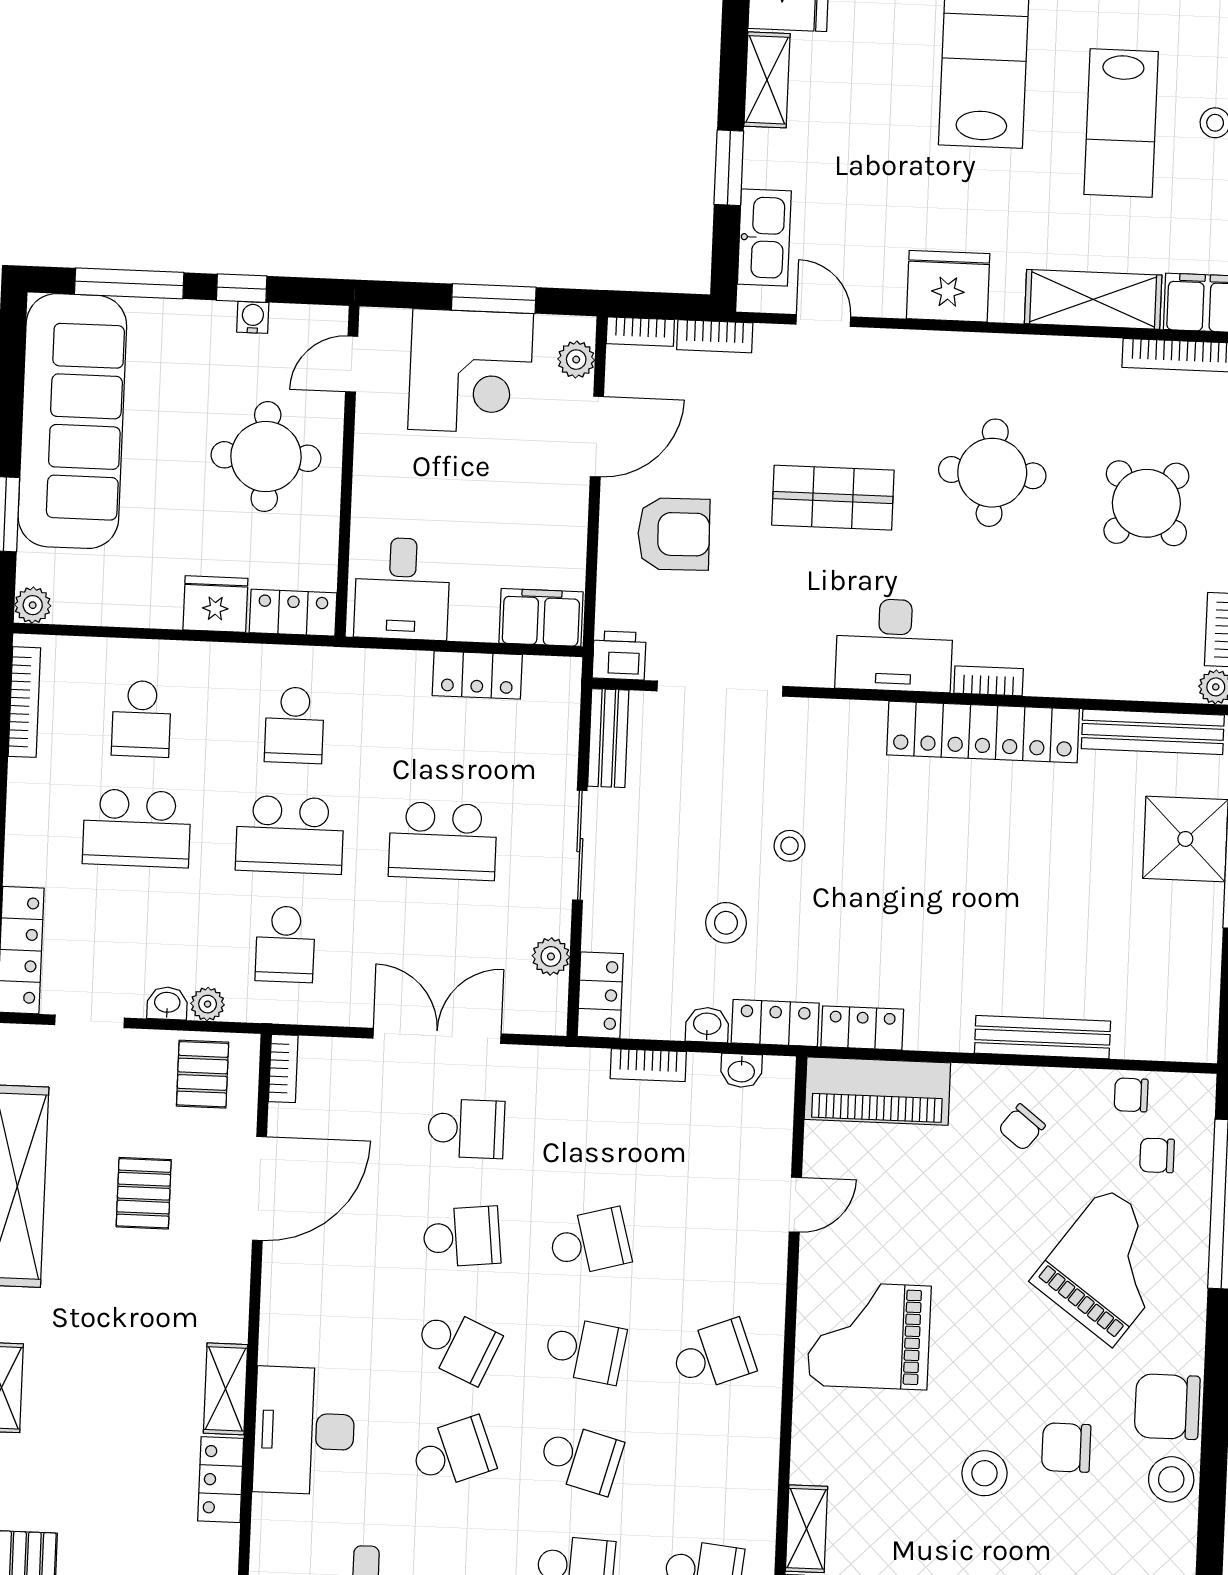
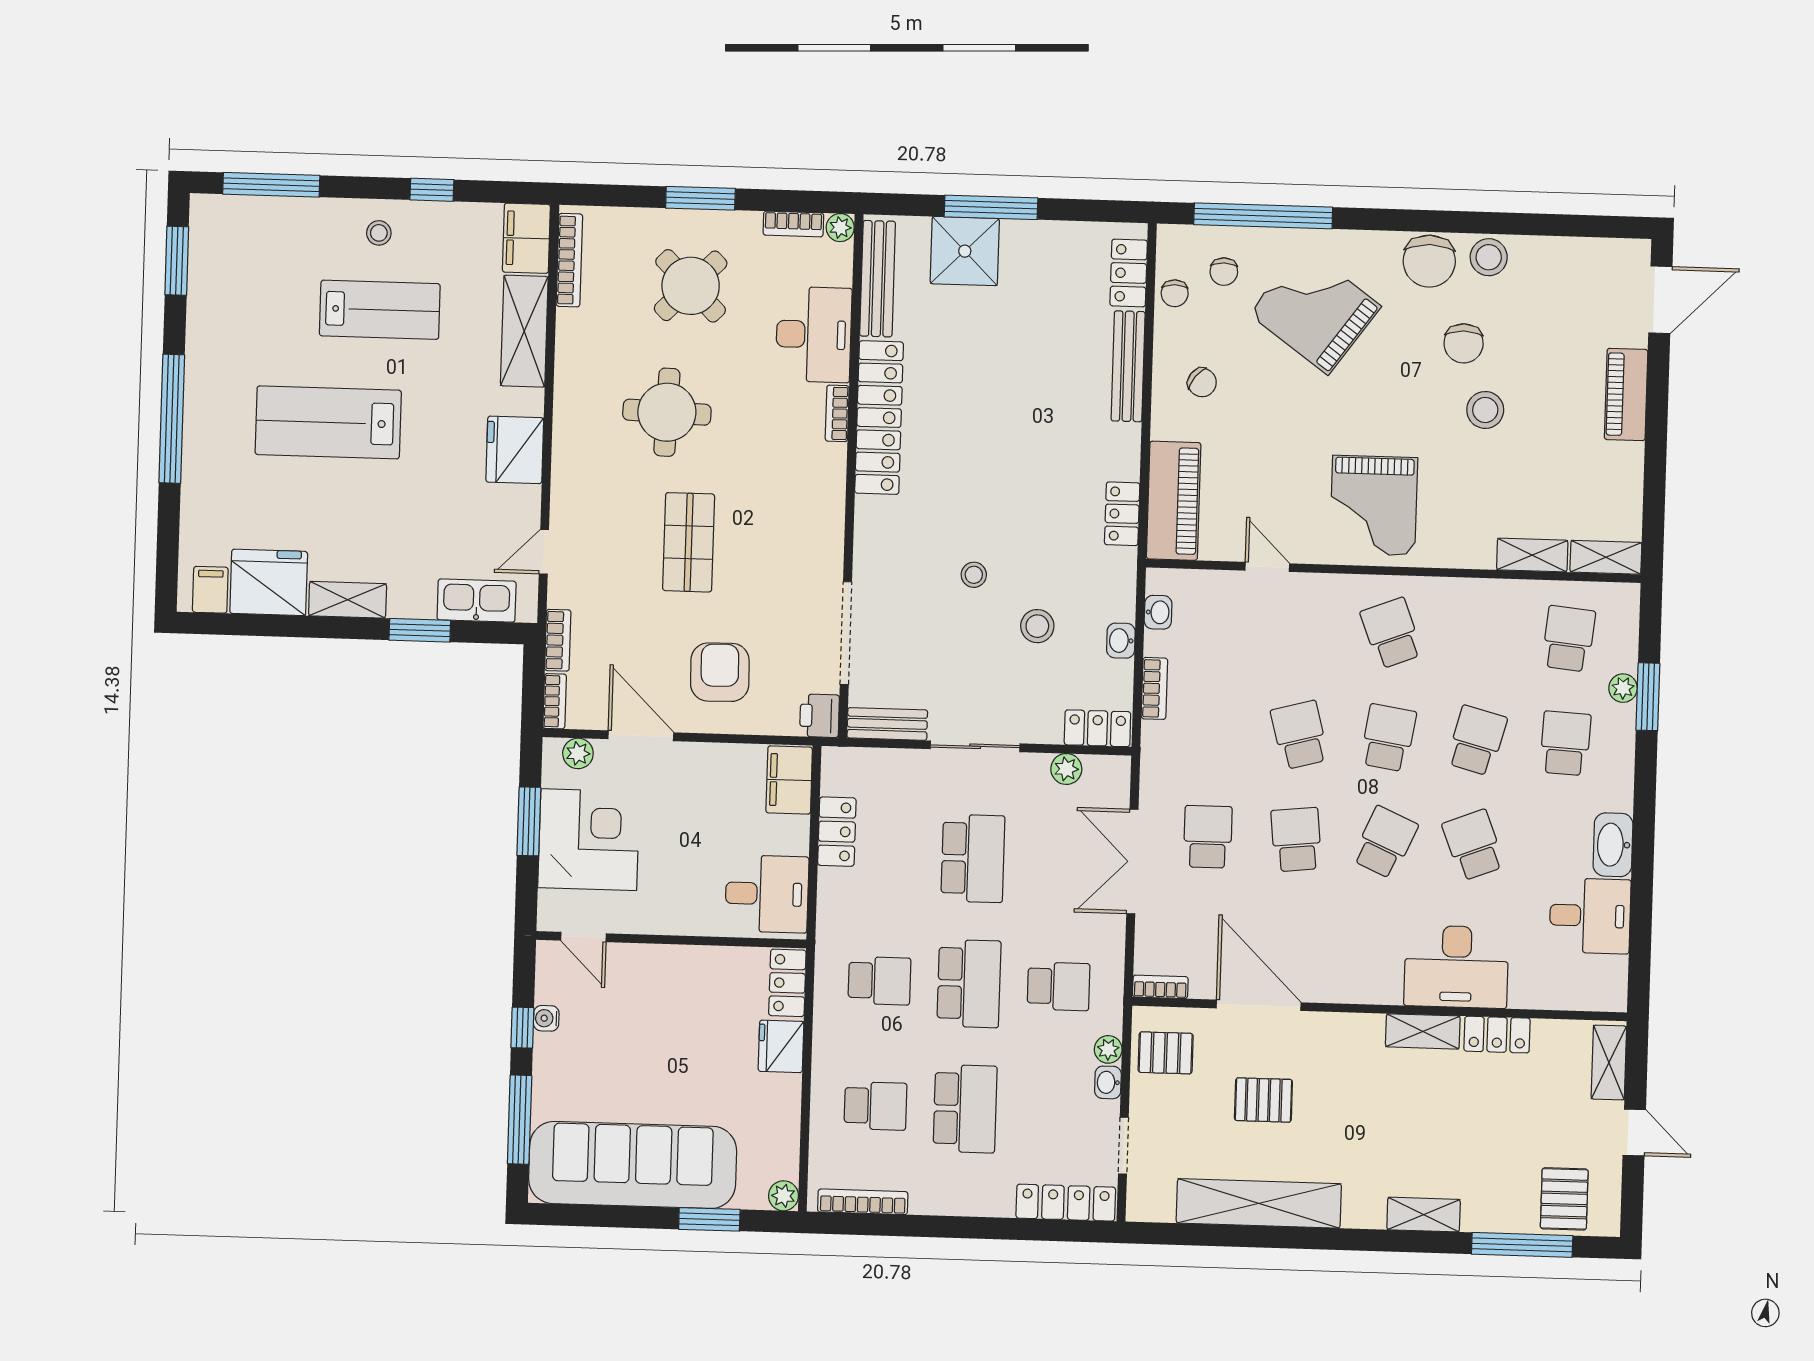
round table: (266, 457) -> (660, 1006), removed
desk: (894, 645) -> (814, 334), moved
locker: (775, 1023) -> (1129, 273), moved

